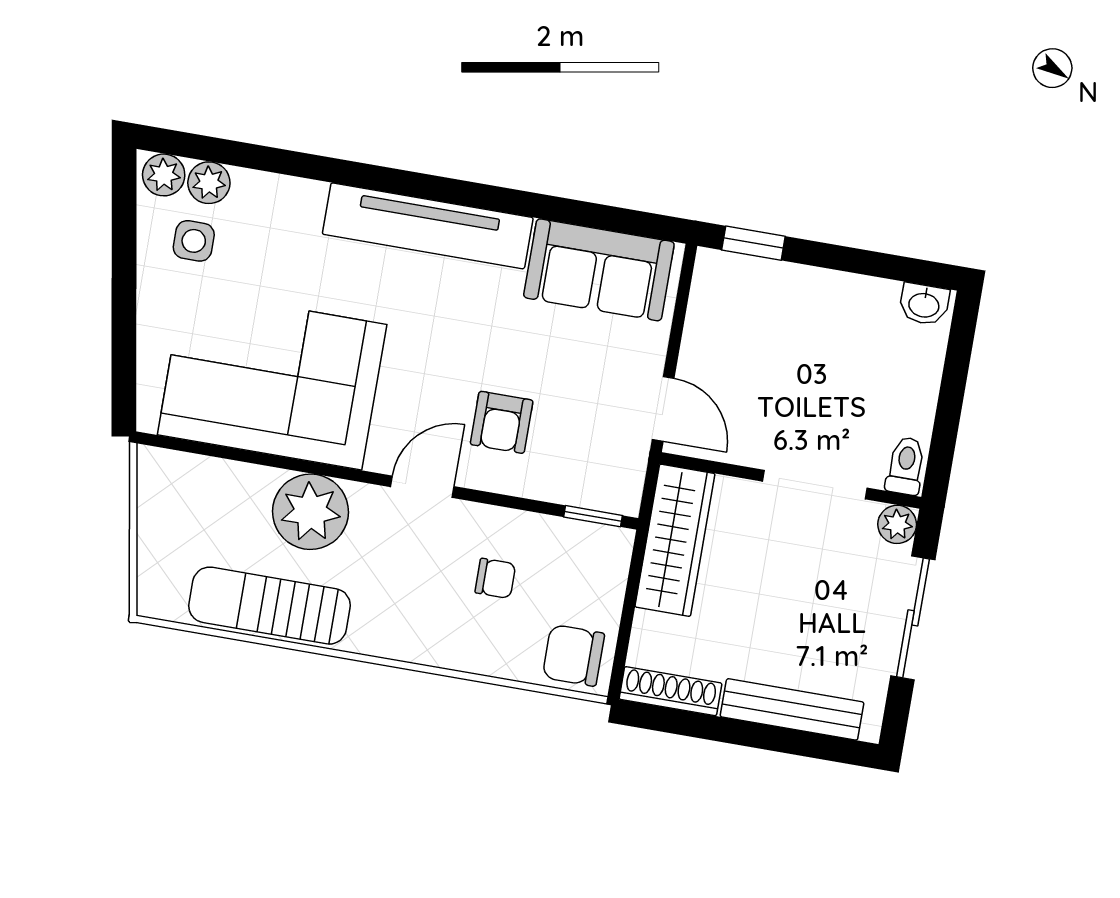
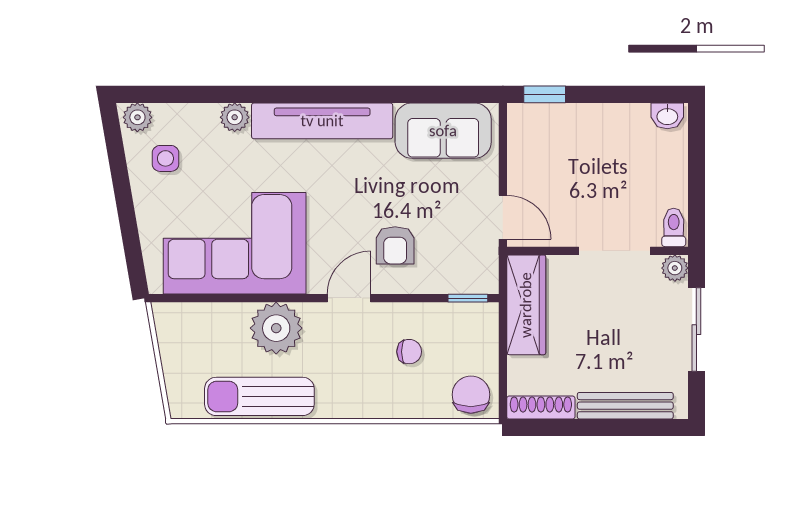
plant: (209, 183) -> (235, 117), moved
chair: (573, 655) -> (471, 395), turned 90

